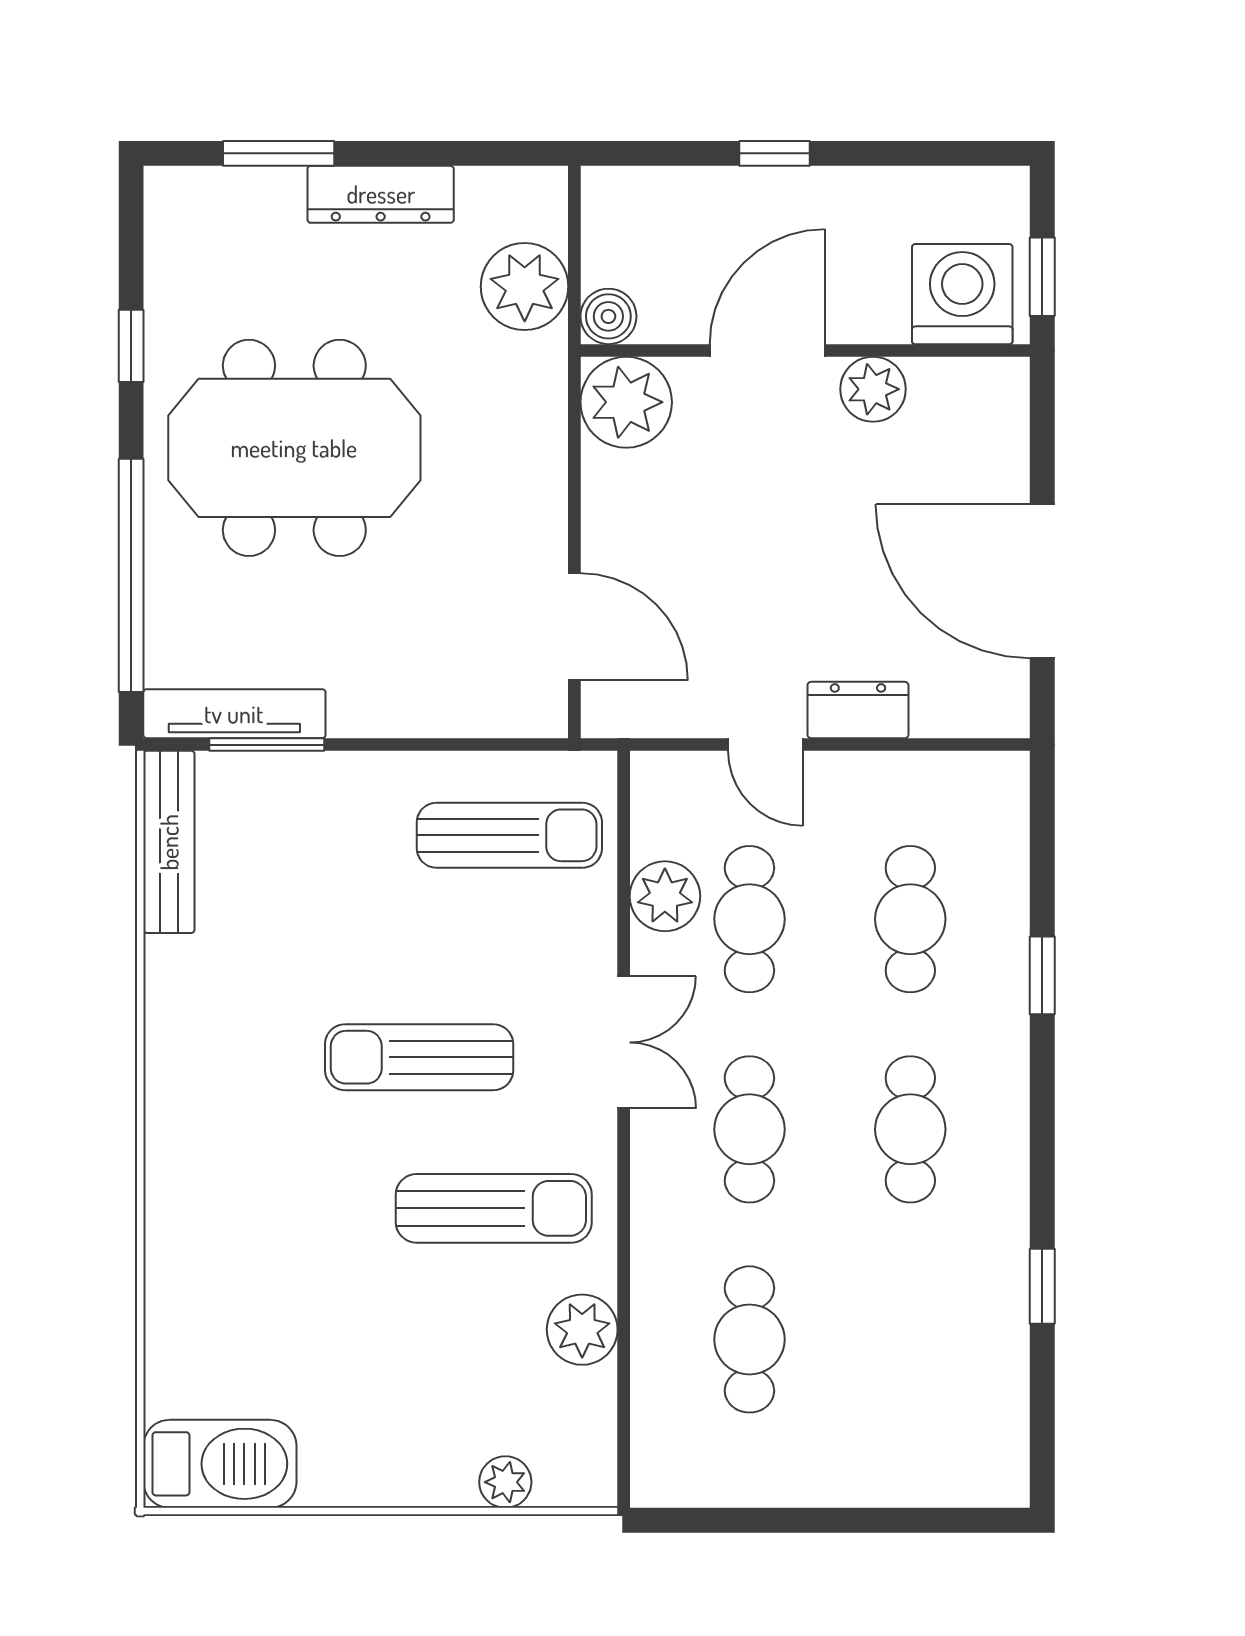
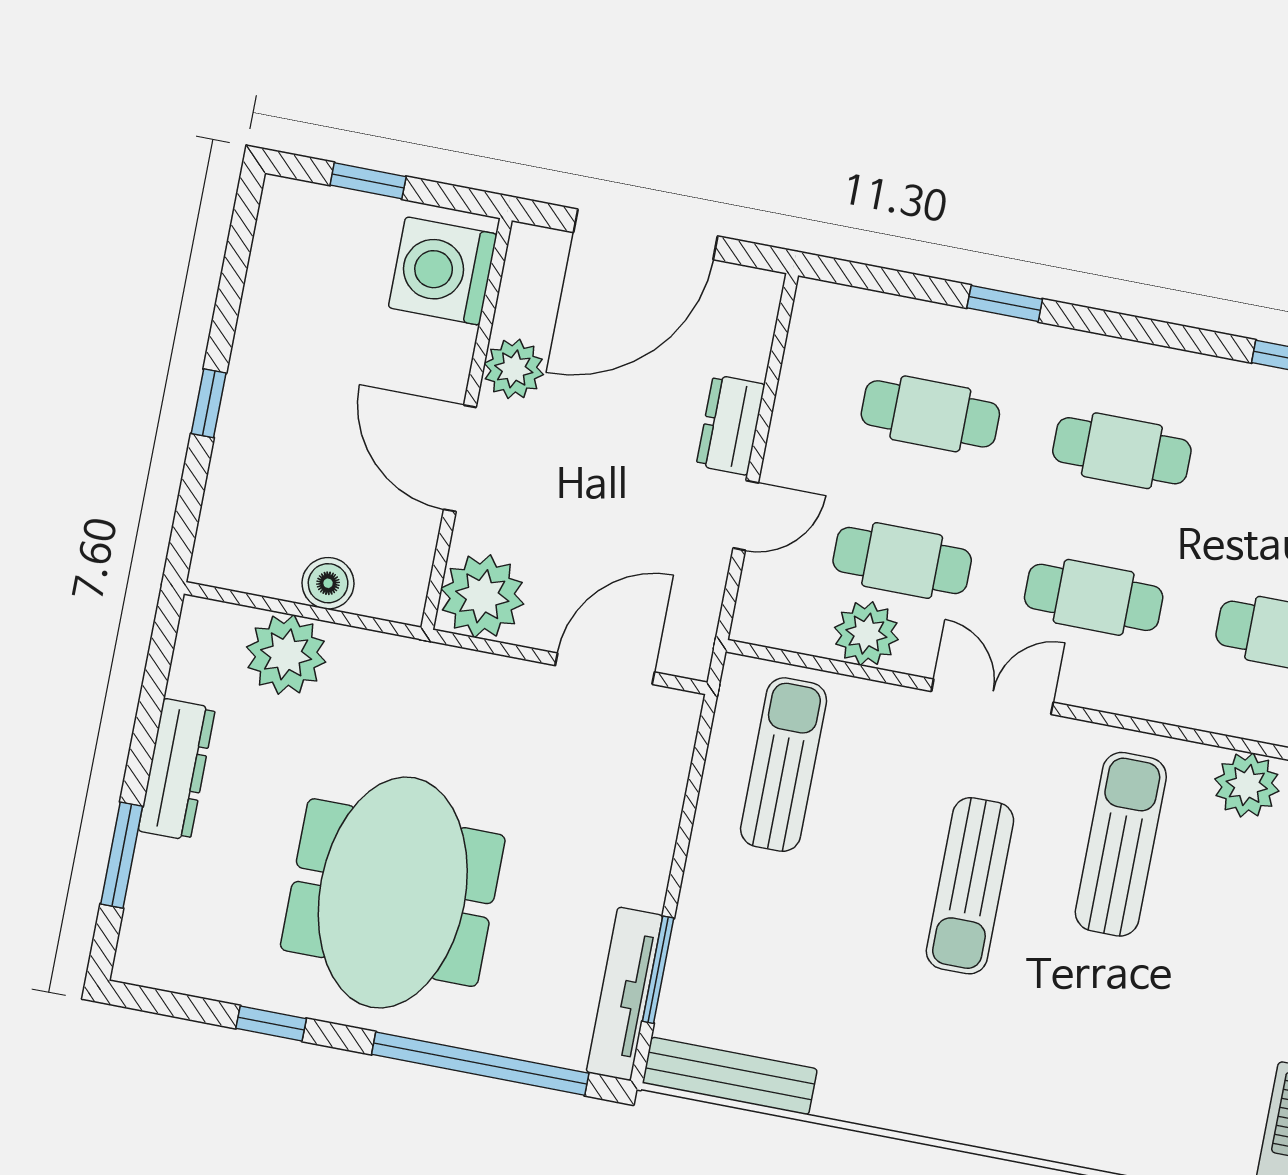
washing machine: (962, 294) -> (443, 271), moved
door: (767, 350) -> (460, 458), moved
wall: (805, 350) -> (467, 424), moved
plant: (873, 389) -> (514, 369), moved
plant: (626, 402) -> (482, 596), moved

